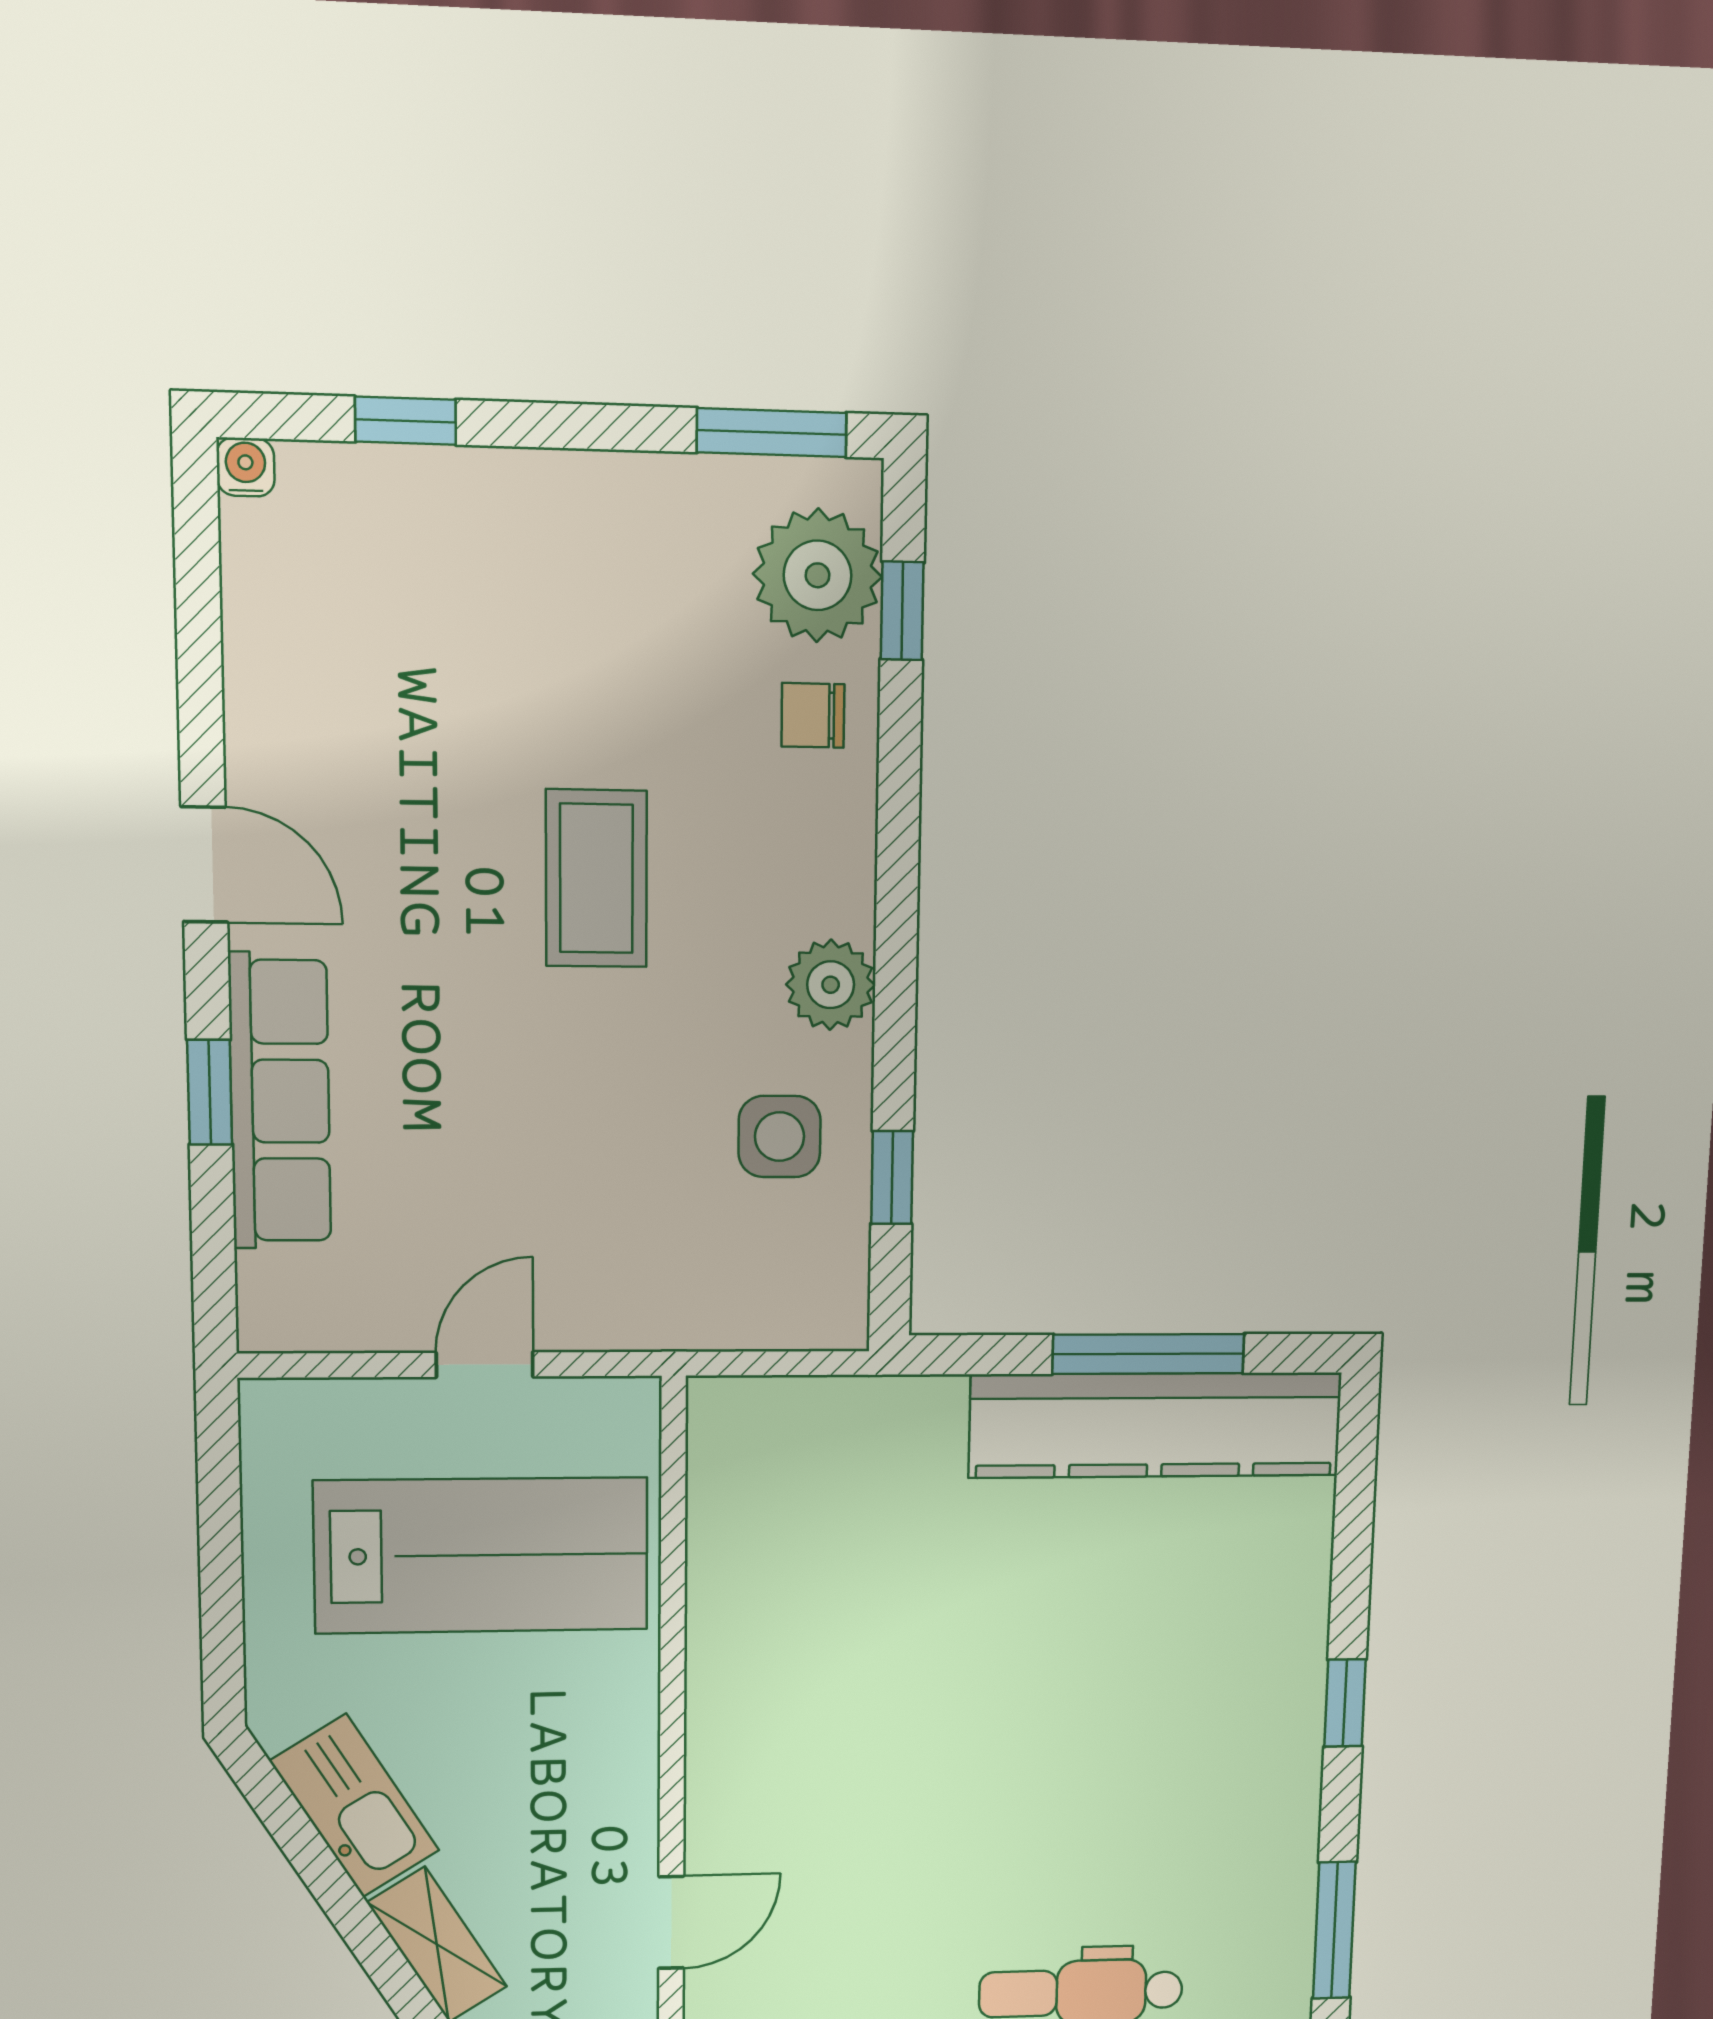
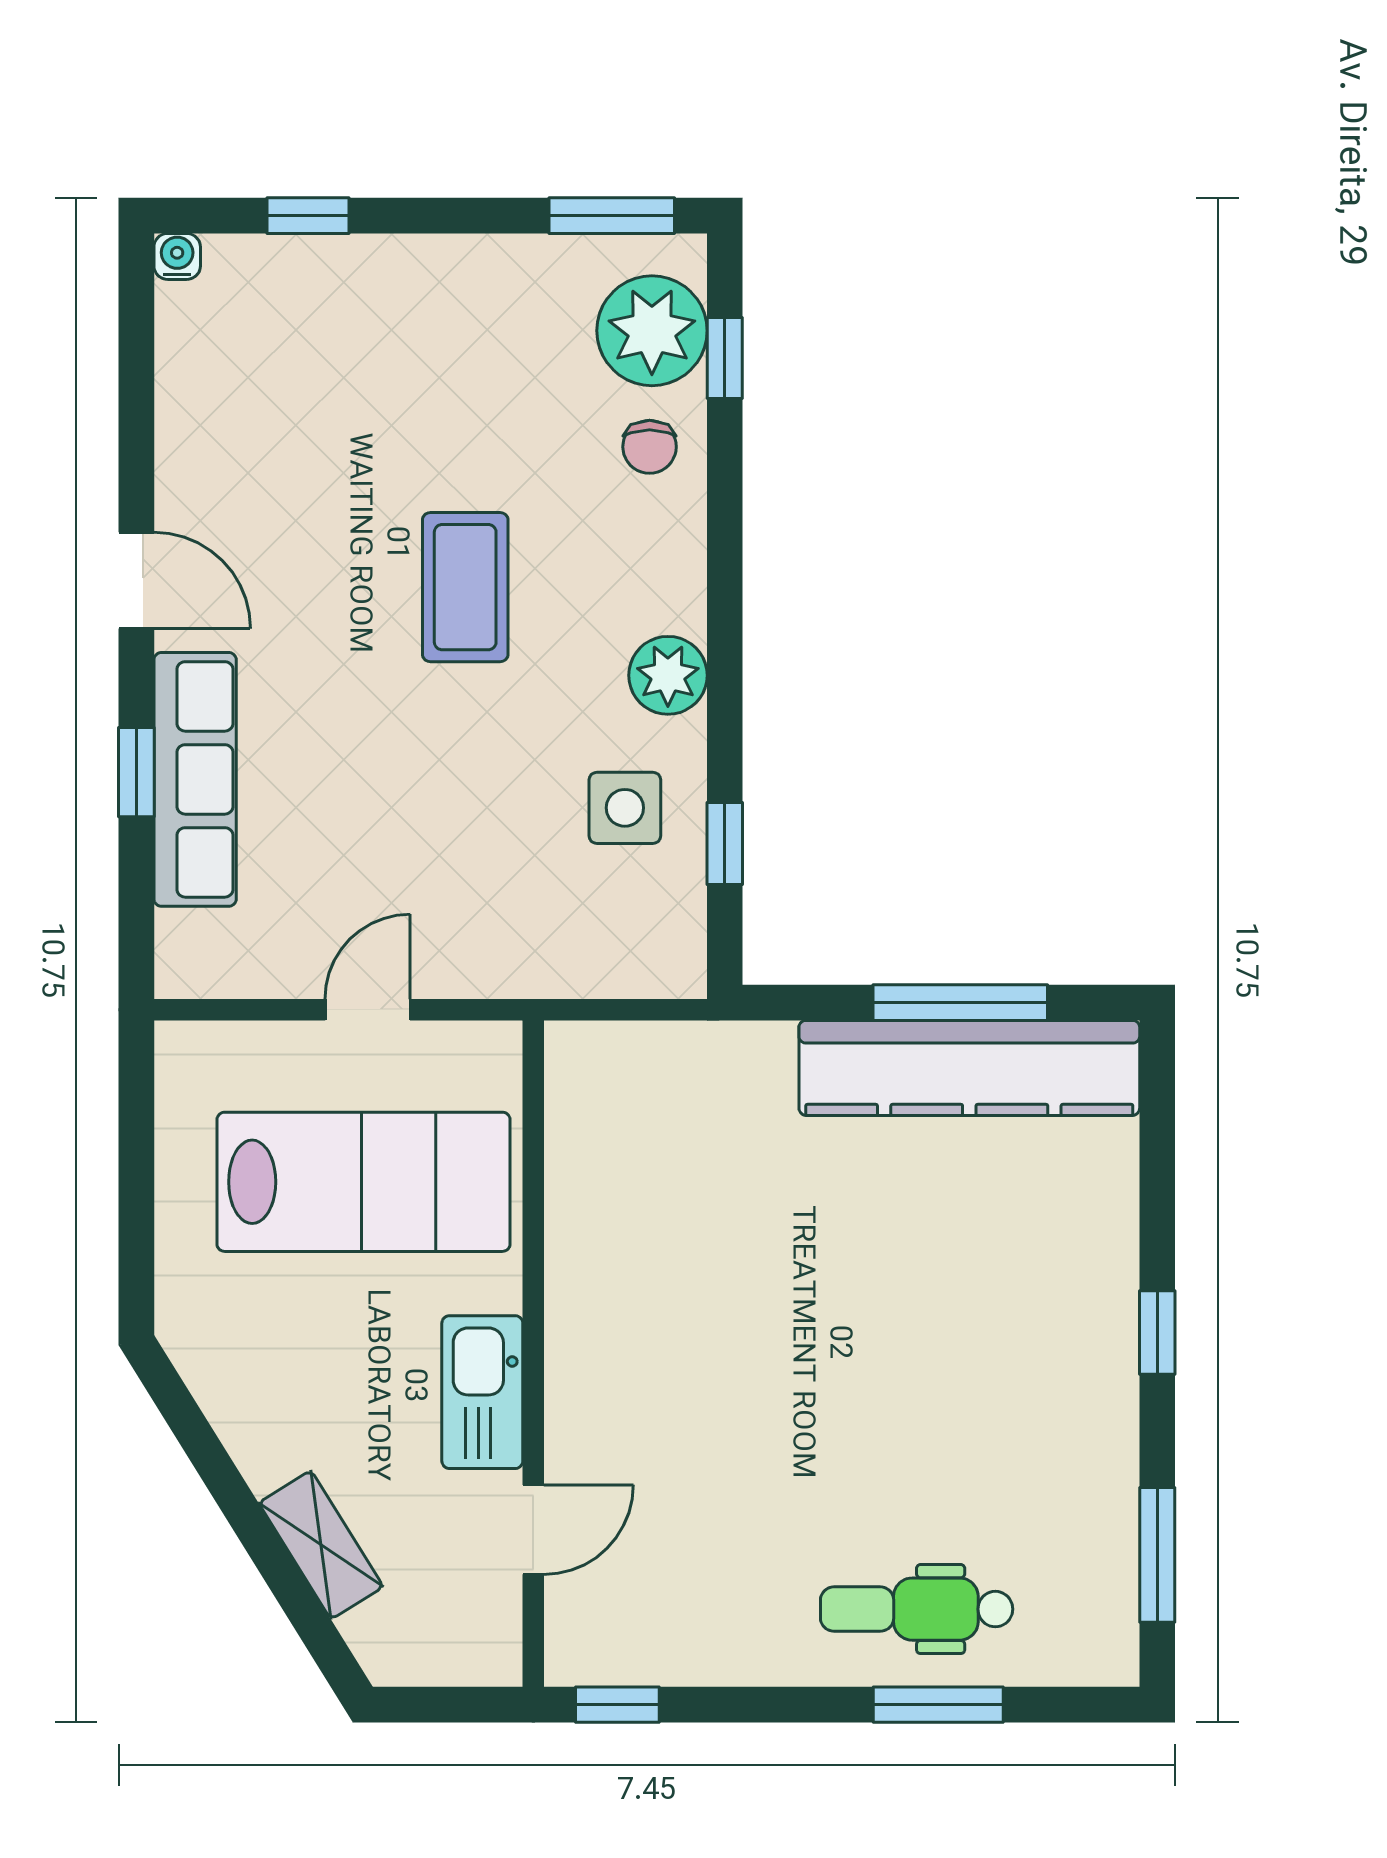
chair: (813, 715) -> (650, 447), turned -90
kitchen sink: (355, 1806) -> (482, 1392), moved, turned -148

